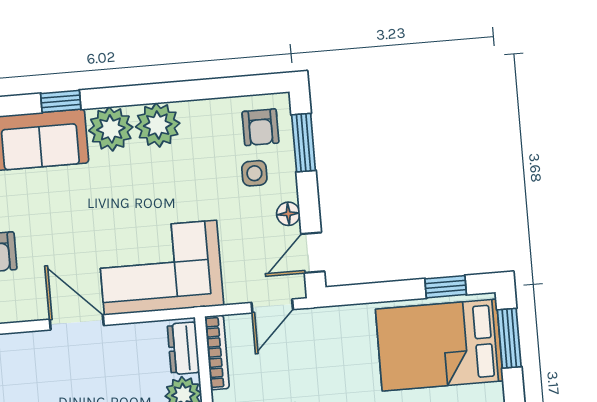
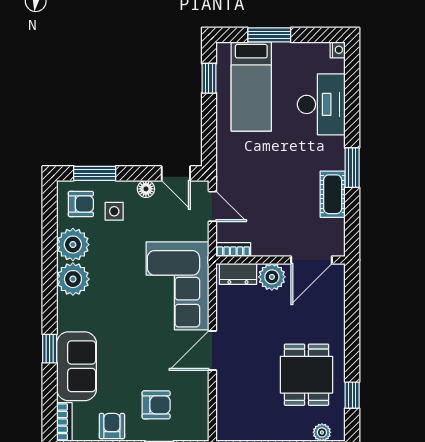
plant: (111, 129) -> (73, 245), moved
window: (509, 338) -> (269, 35), moved
bed: (439, 345) -> (251, 86), width x0.67
bookcase: (217, 352) -> (233, 250), width x0.64

